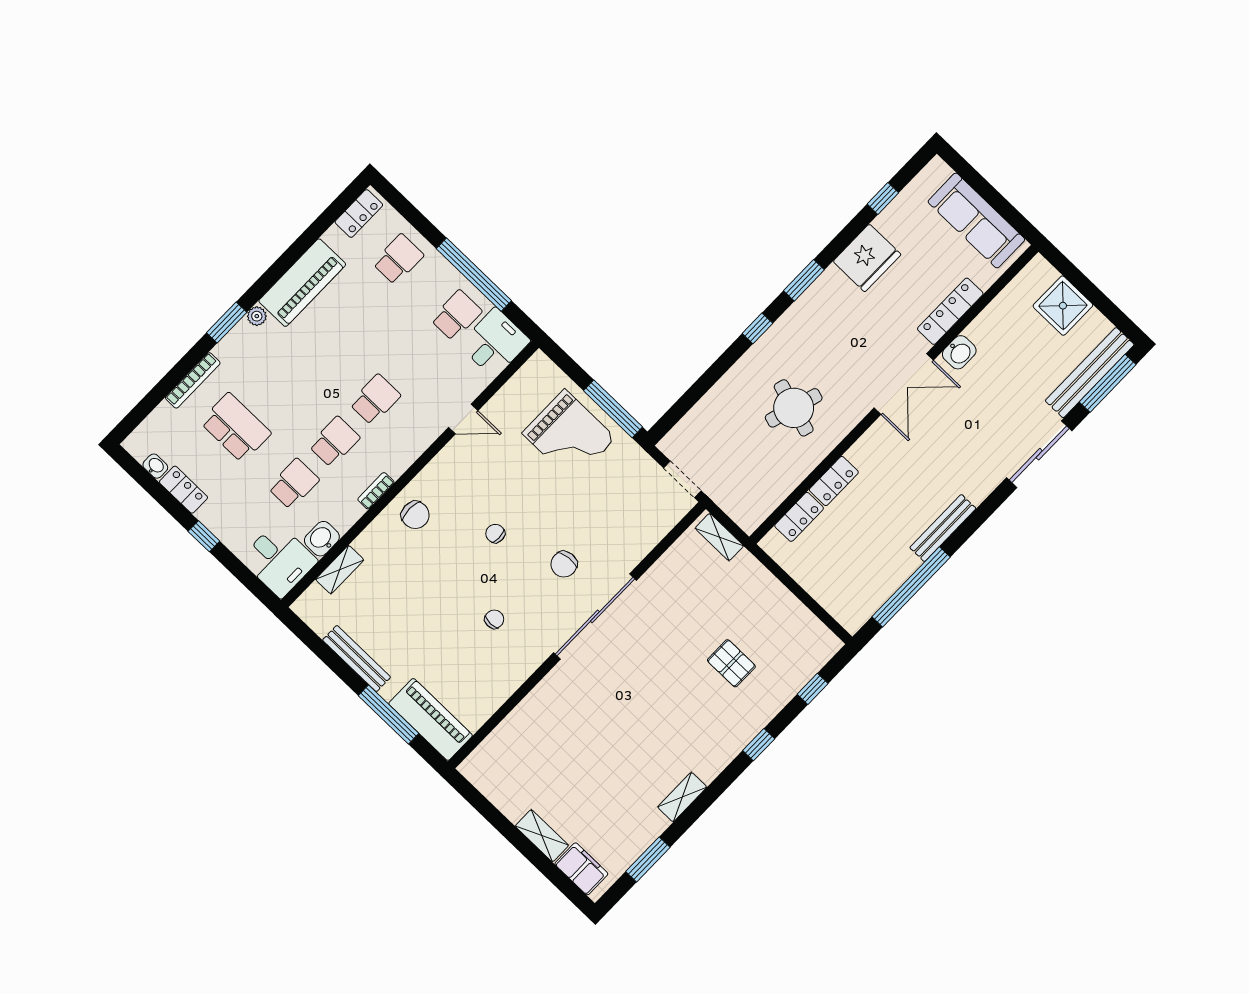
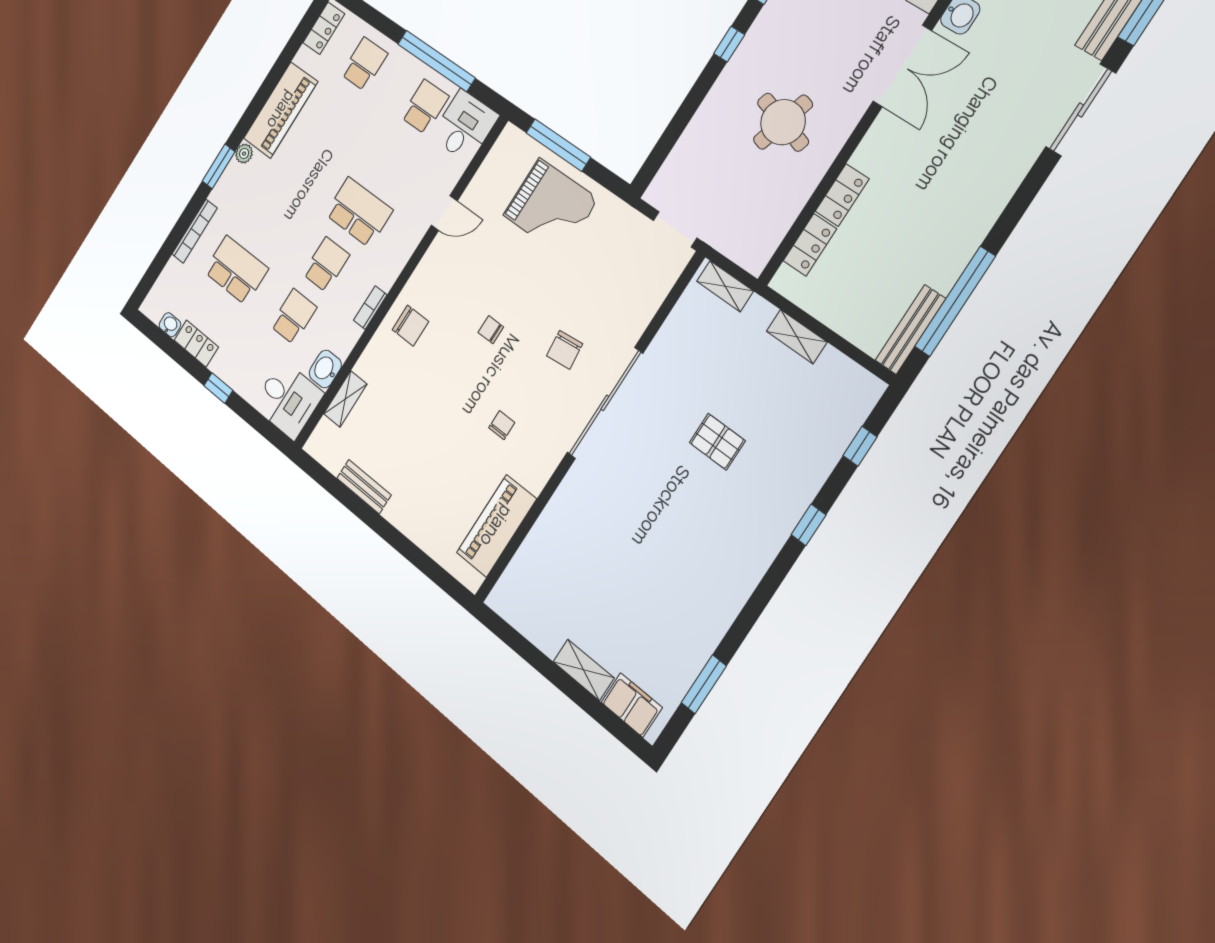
school desk: (375, 400) -> (359, 212), width x1.85
window: (613, 409) -> (558, 145), moved
bench: (943, 528) -> (910, 329), moved
bench: (357, 659) -> (364, 487), width x0.73
pallet: (731, 663) -> (717, 442), moved
window: (388, 715) -> (409, 551), removed
piano: (431, 719) -> (496, 526), moved, turned -90
shelving: (682, 797) -> (797, 337), moved, turned 90

